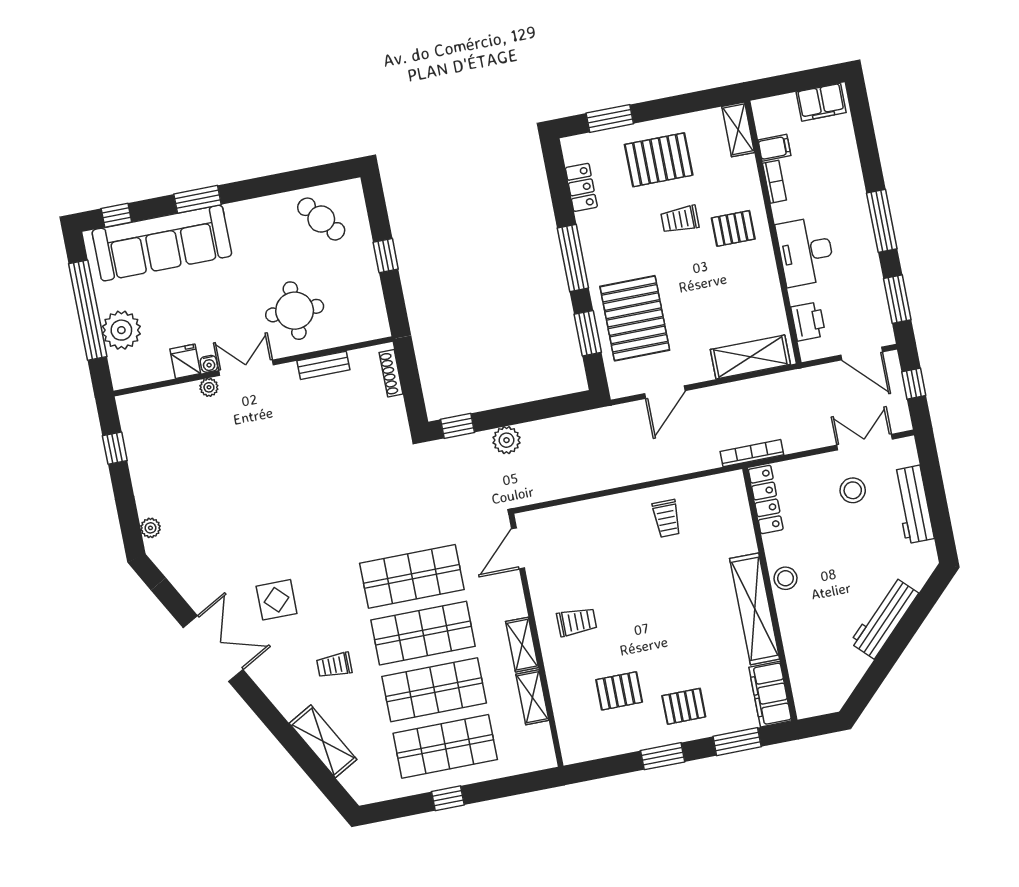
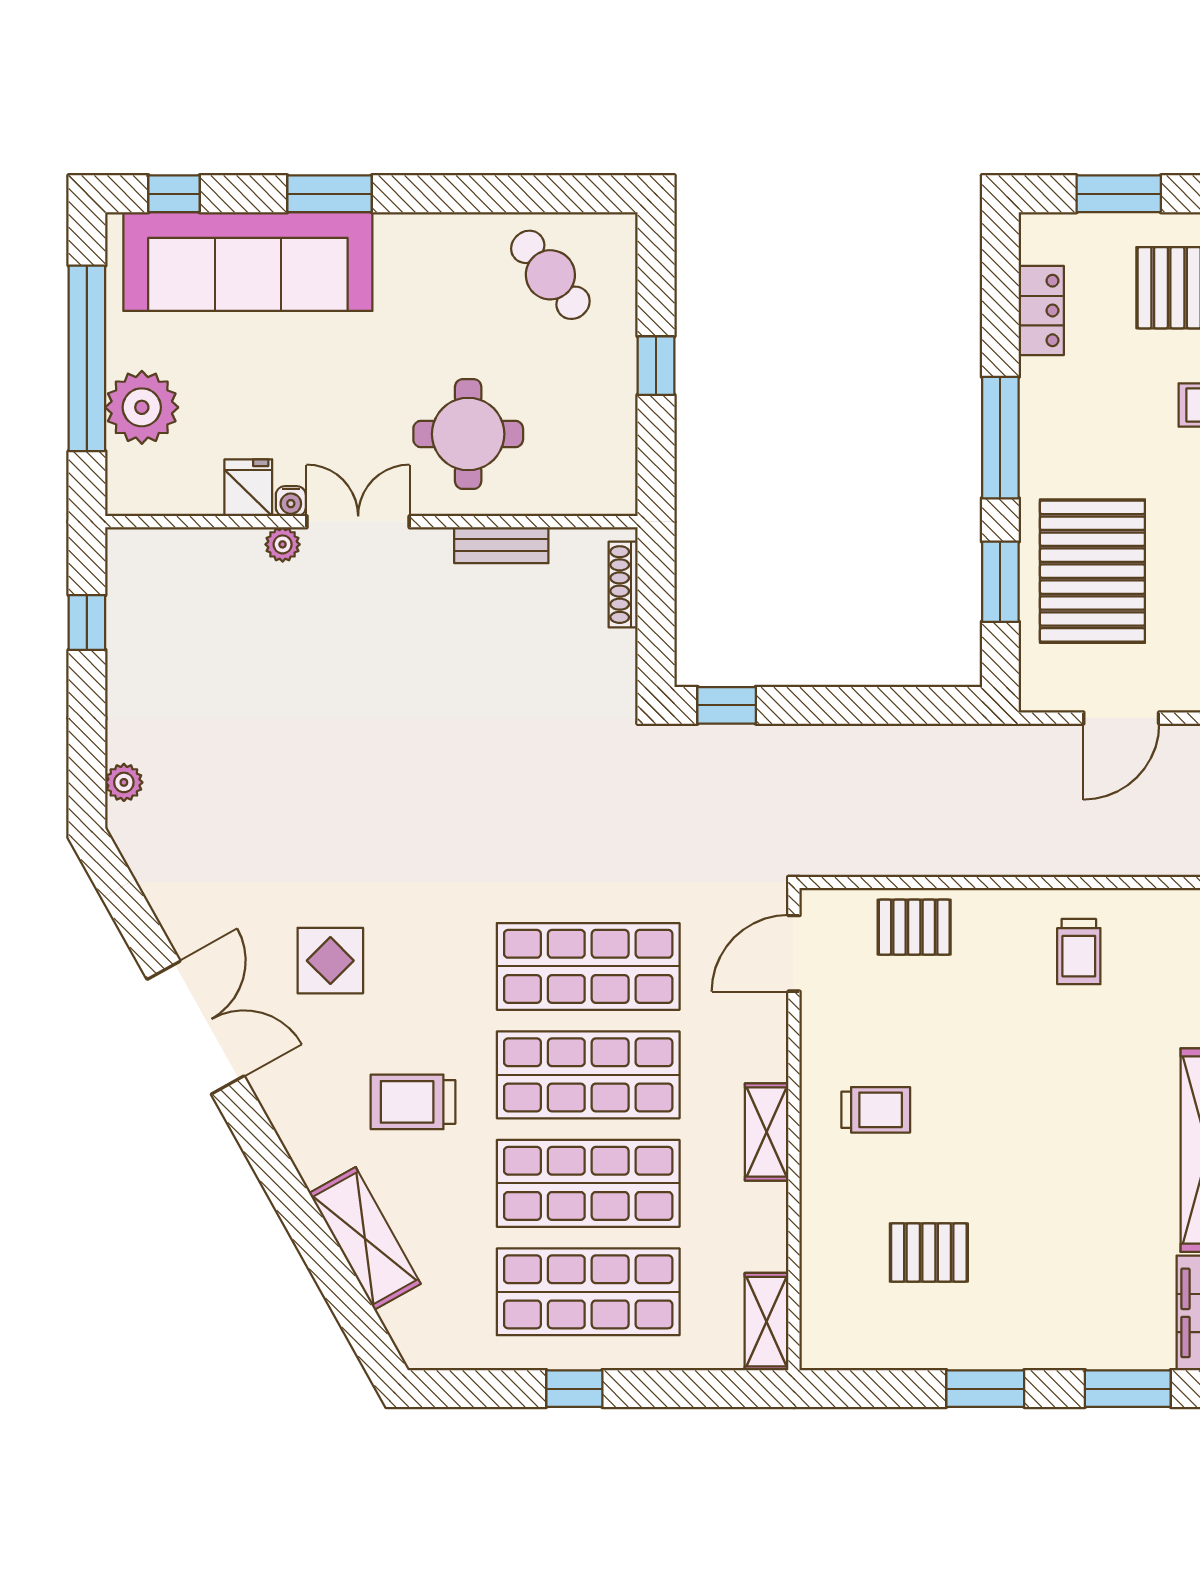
plant: (506, 440) -> (812, 749), removed
trolley: (334, 665) -> (413, 1102), width x1.36, depth x1.39
shelving: (532, 697) -> (767, 1322), moved
pallet: (684, 706) -> (914, 927), moved

